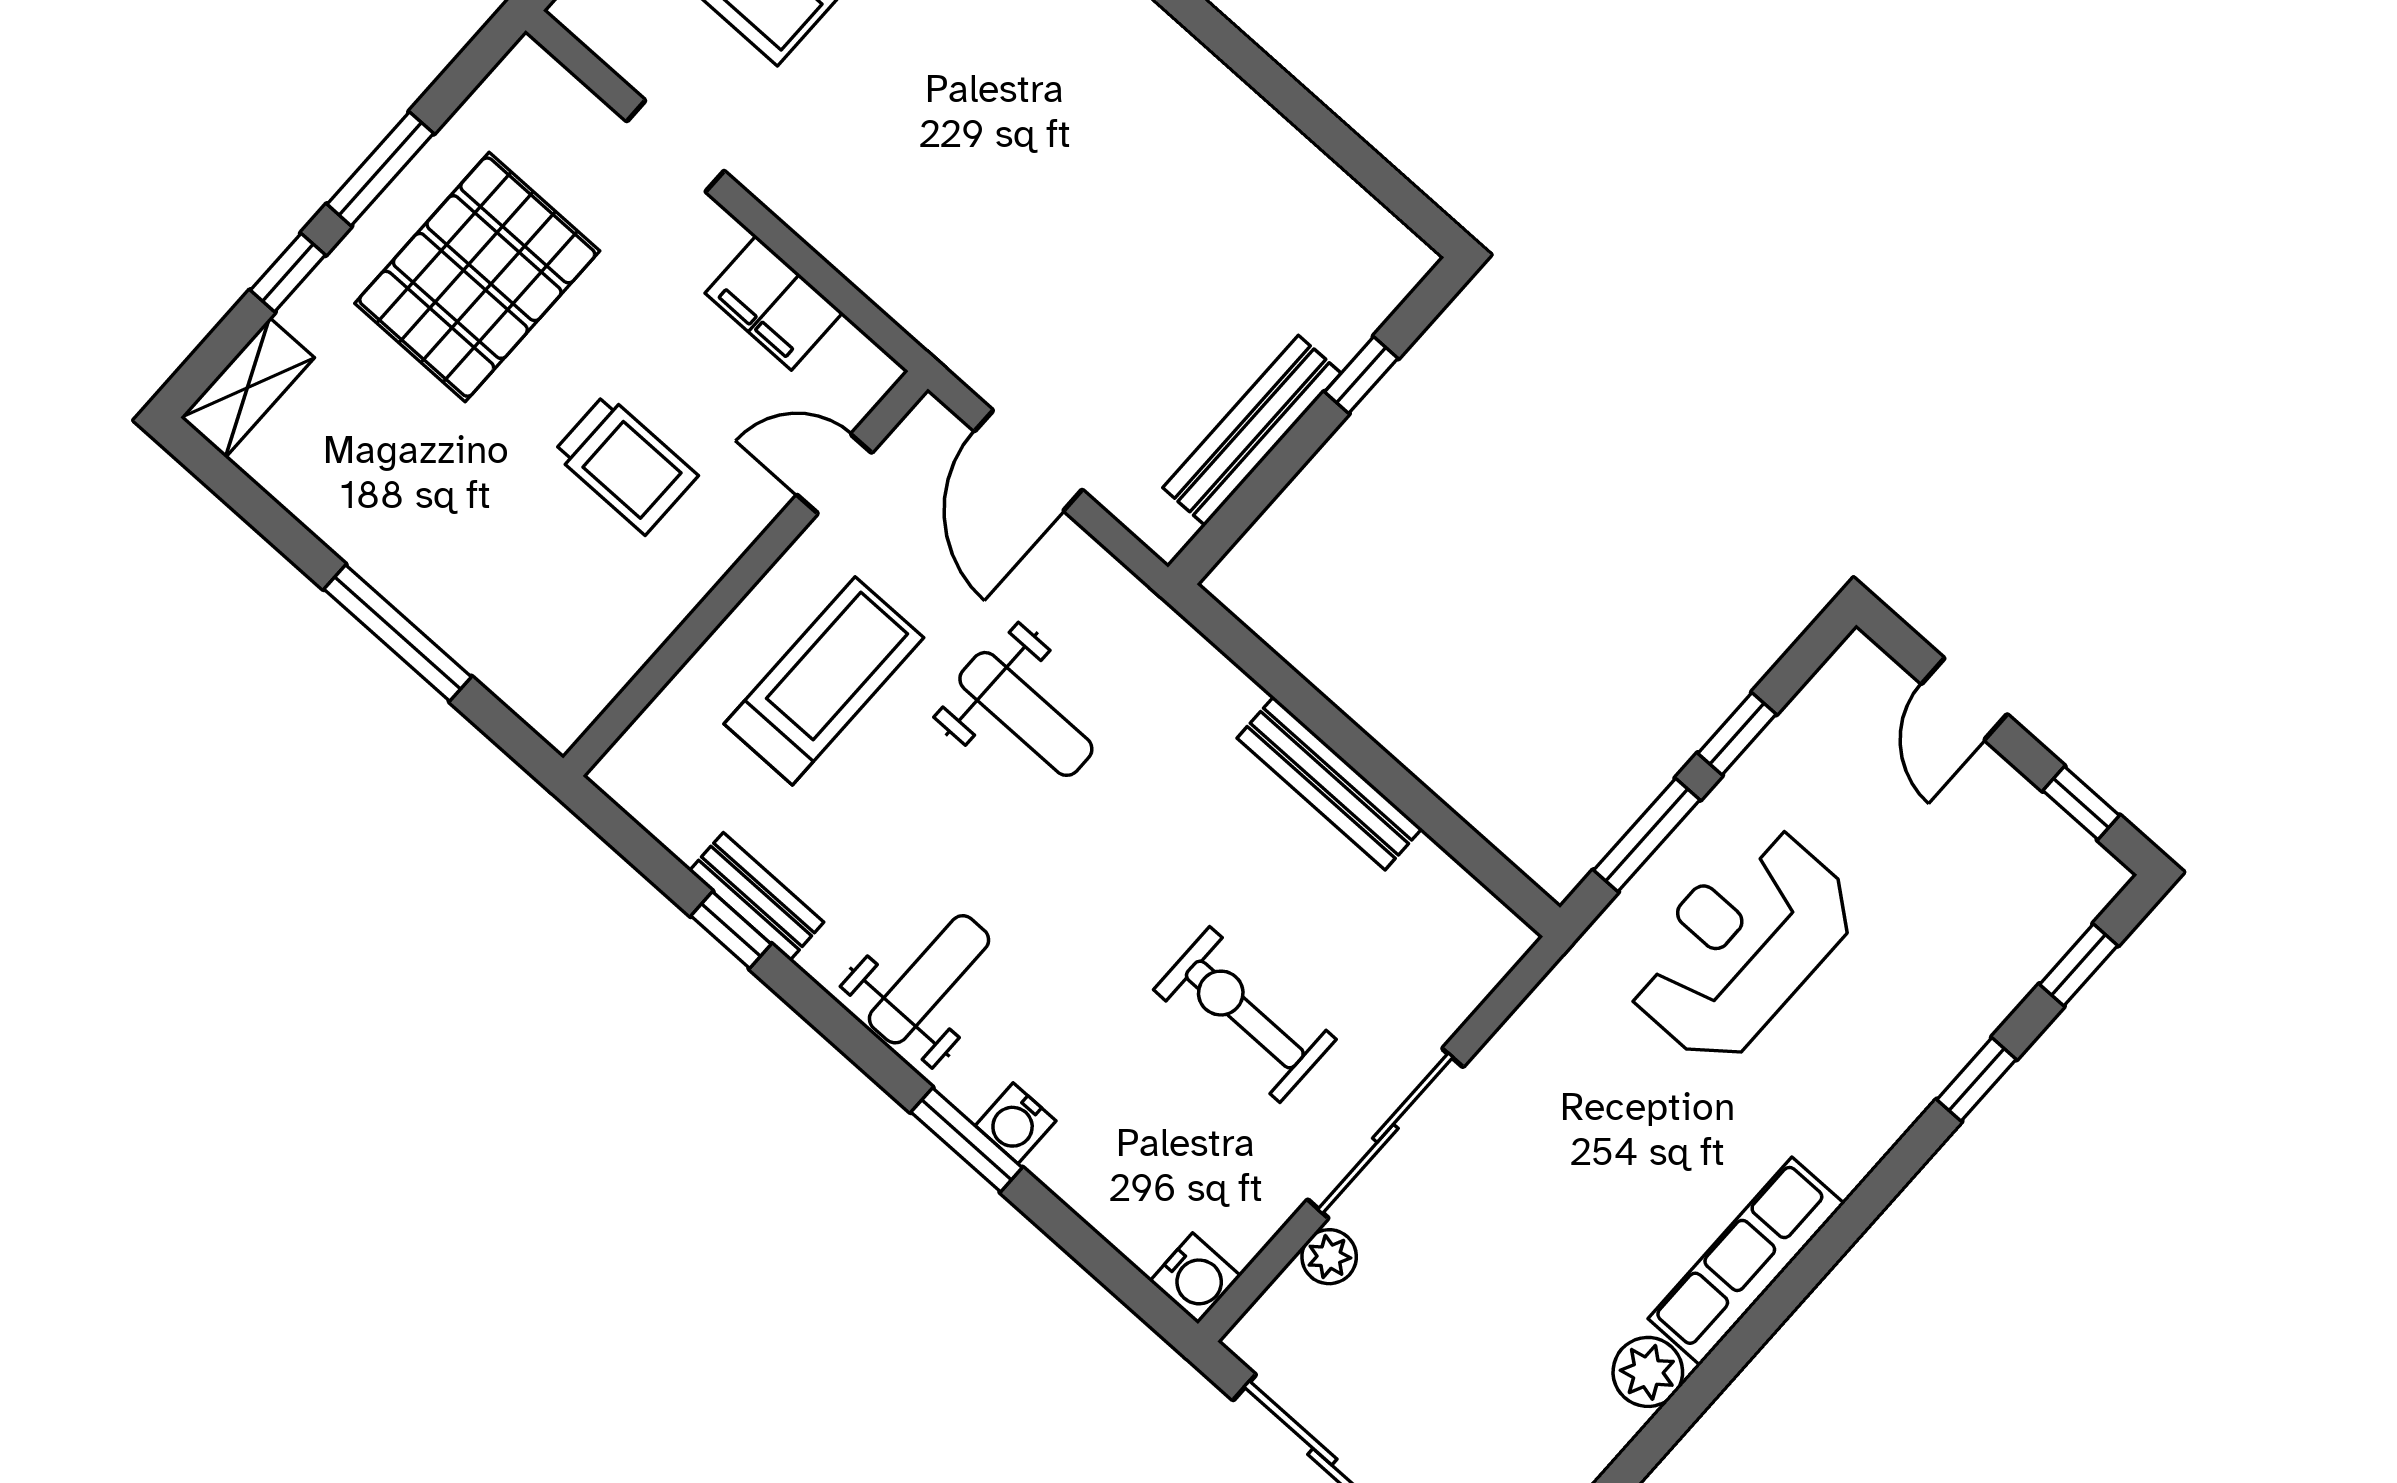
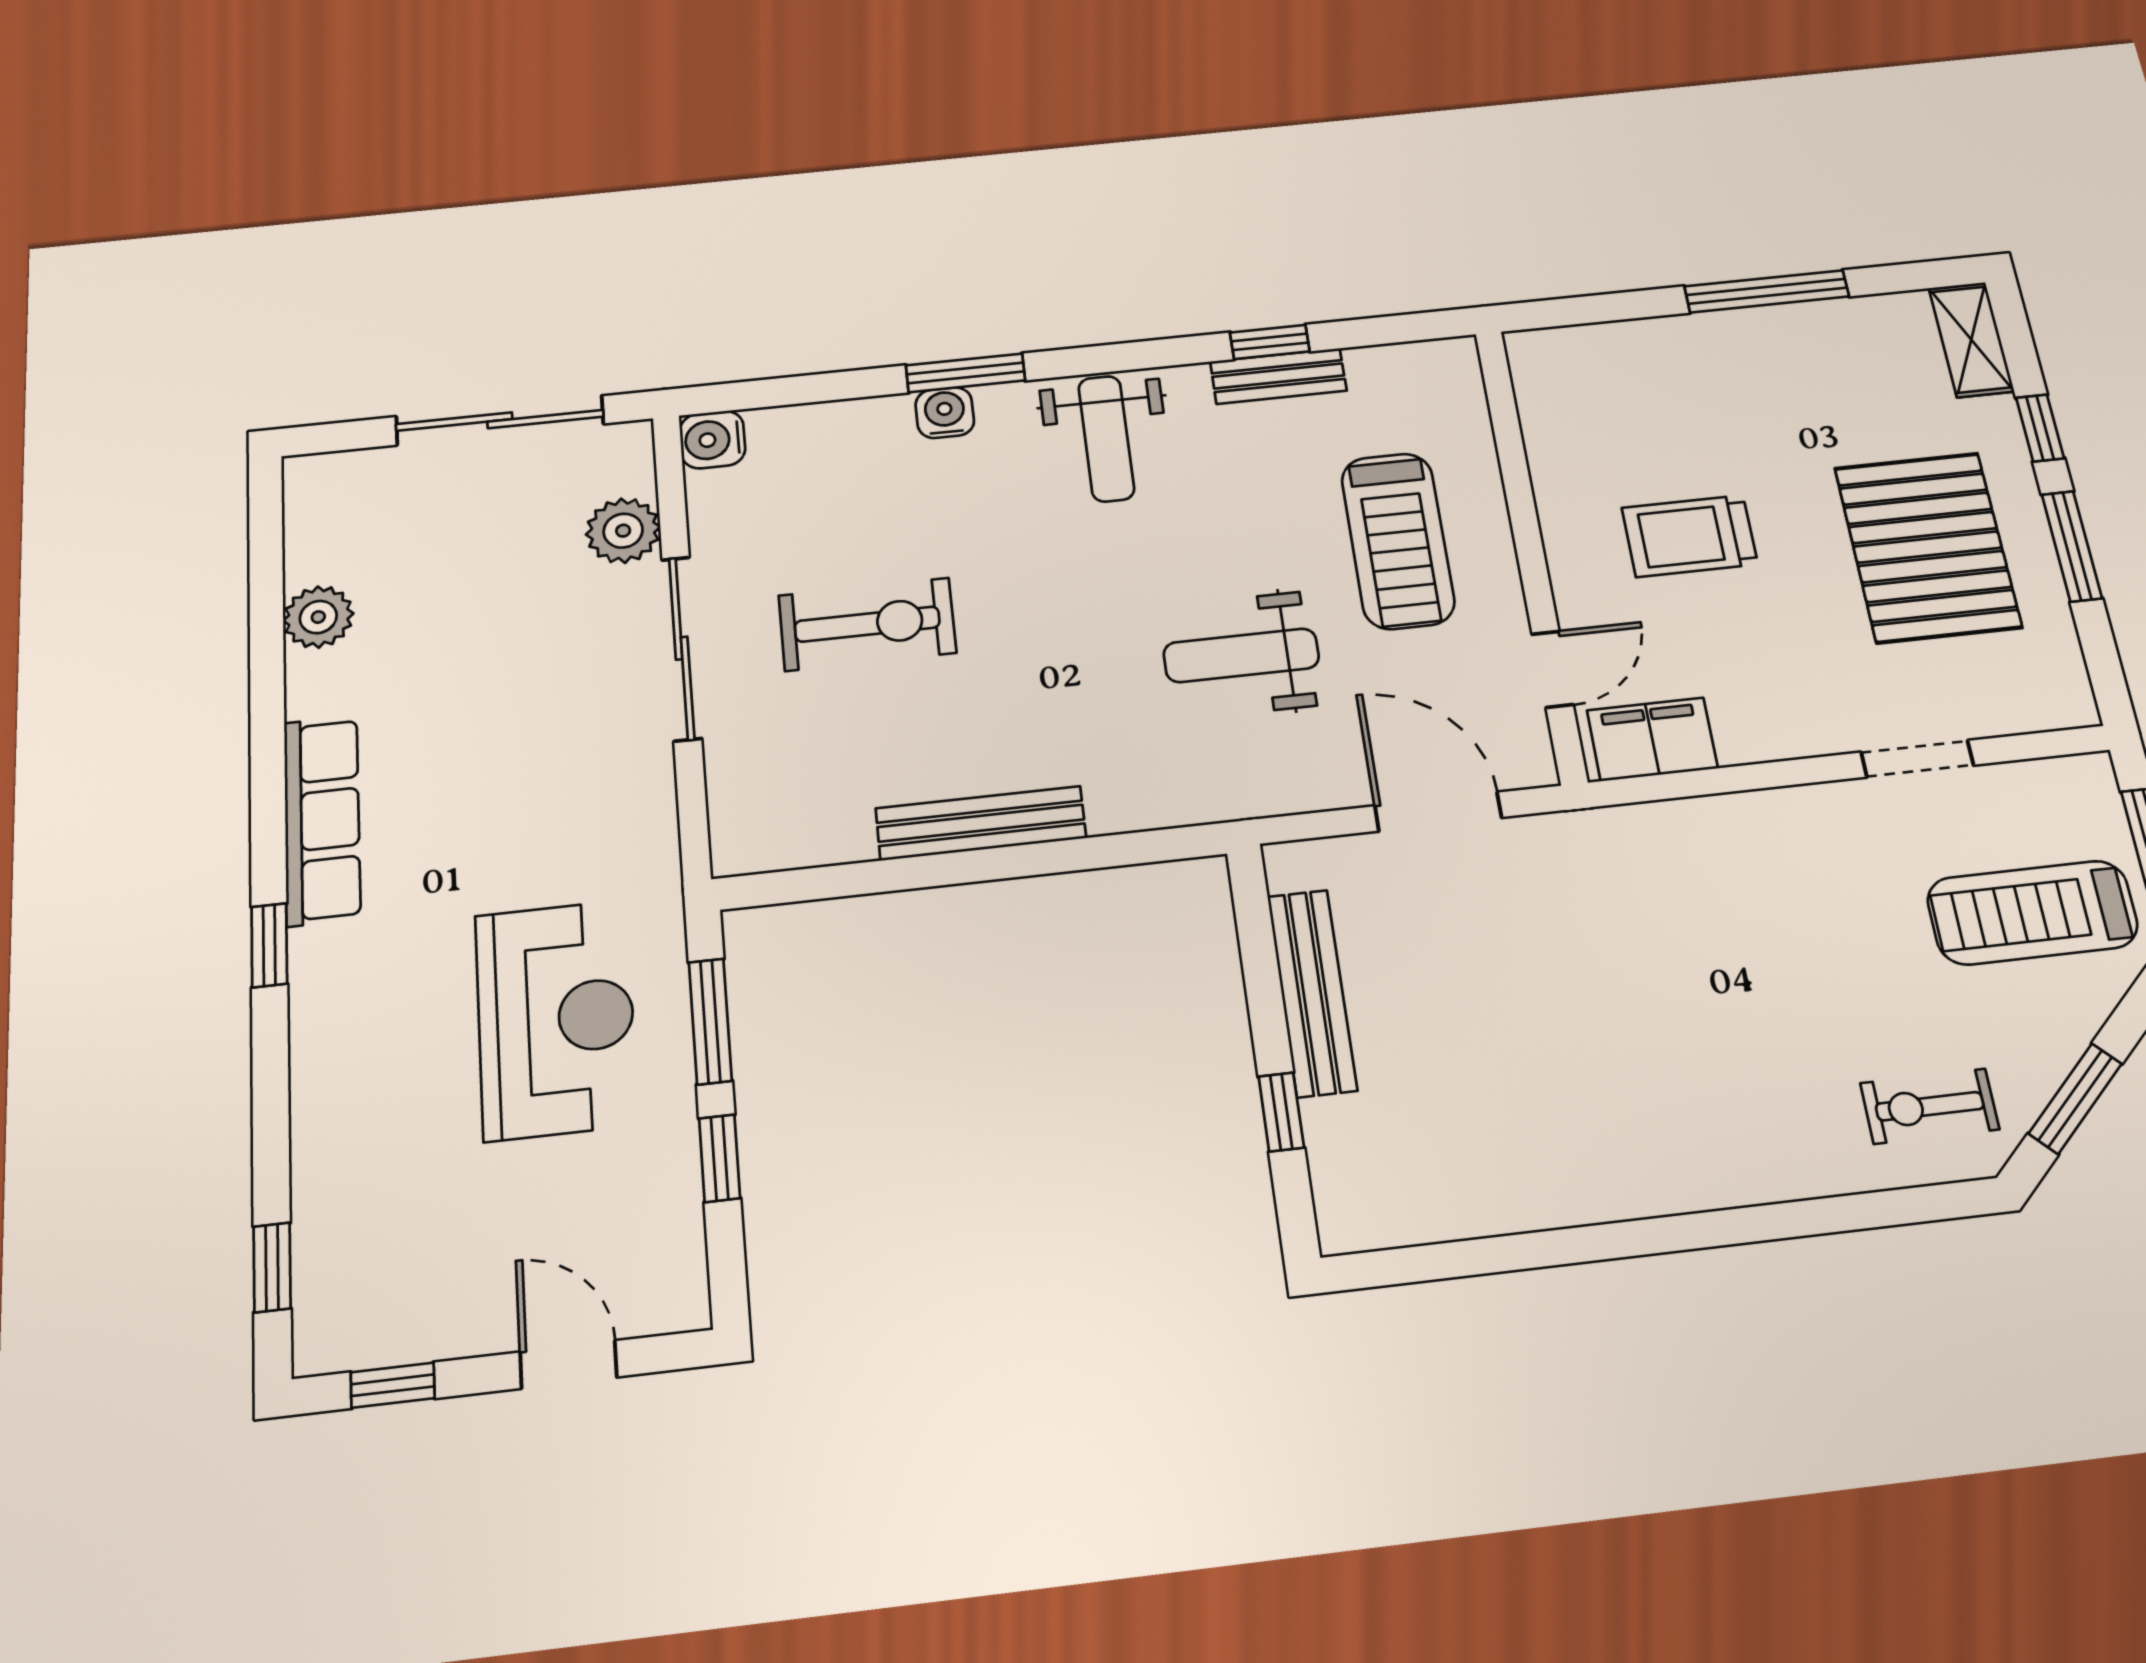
filing cabinet: (774, 303) -> (1652, 739), moved
window: (398, 633) -> (1767, 291), moved
window: (1977, 1079) -> (269, 945), moved
plant: (1329, 1257) -> (623, 531), width x1.38, depth x1.38
plant: (1648, 1372) -> (318, 617), moved

